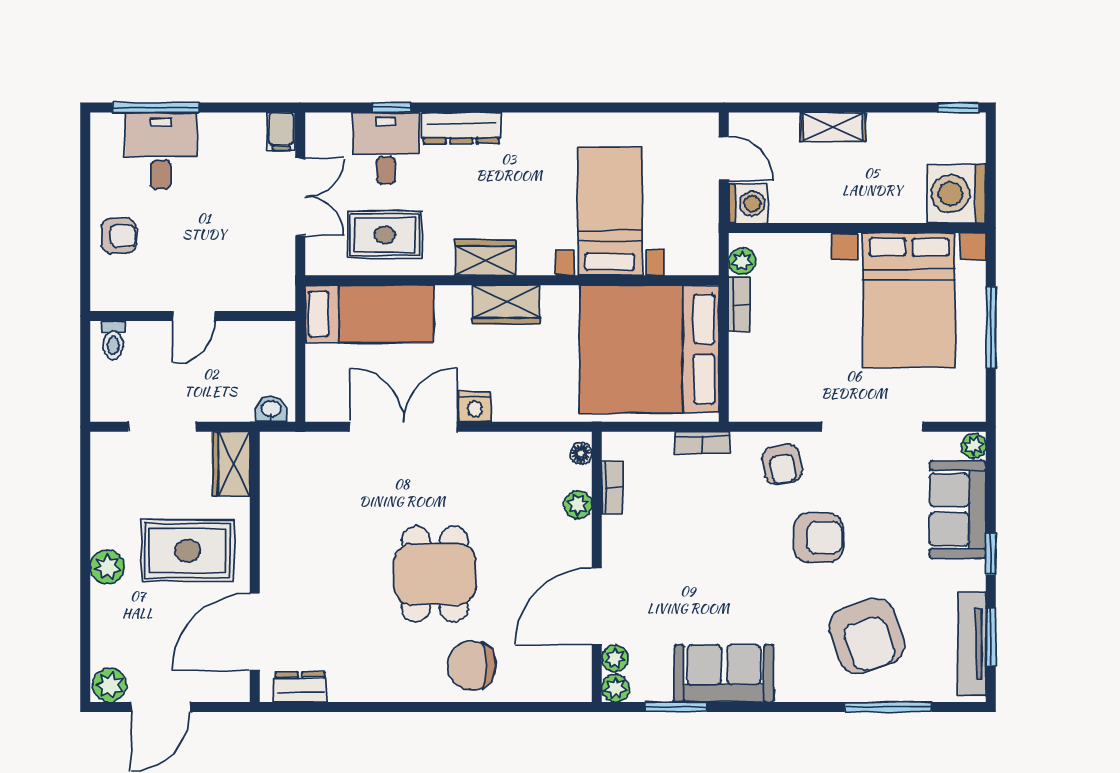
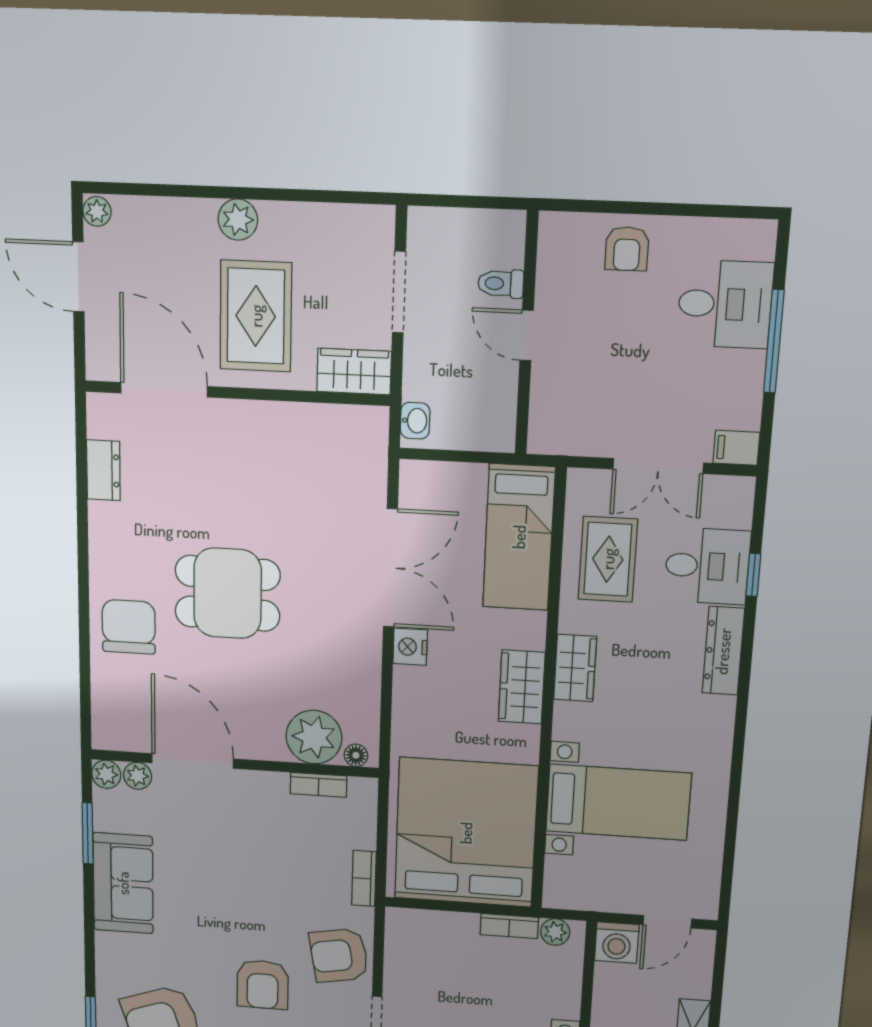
window: (155, 108) -> (774, 341), moved
toilet: (113, 340) -> (501, 284), moved
armchair: (782, 464) -> (339, 955), width x1.38, depth x1.38
plant: (578, 505) -> (314, 737), width x1.88, depth x1.88
plant: (110, 685) -> (97, 211), width x0.73, depth x0.73
dresser: (300, 687) -> (103, 470), moved

